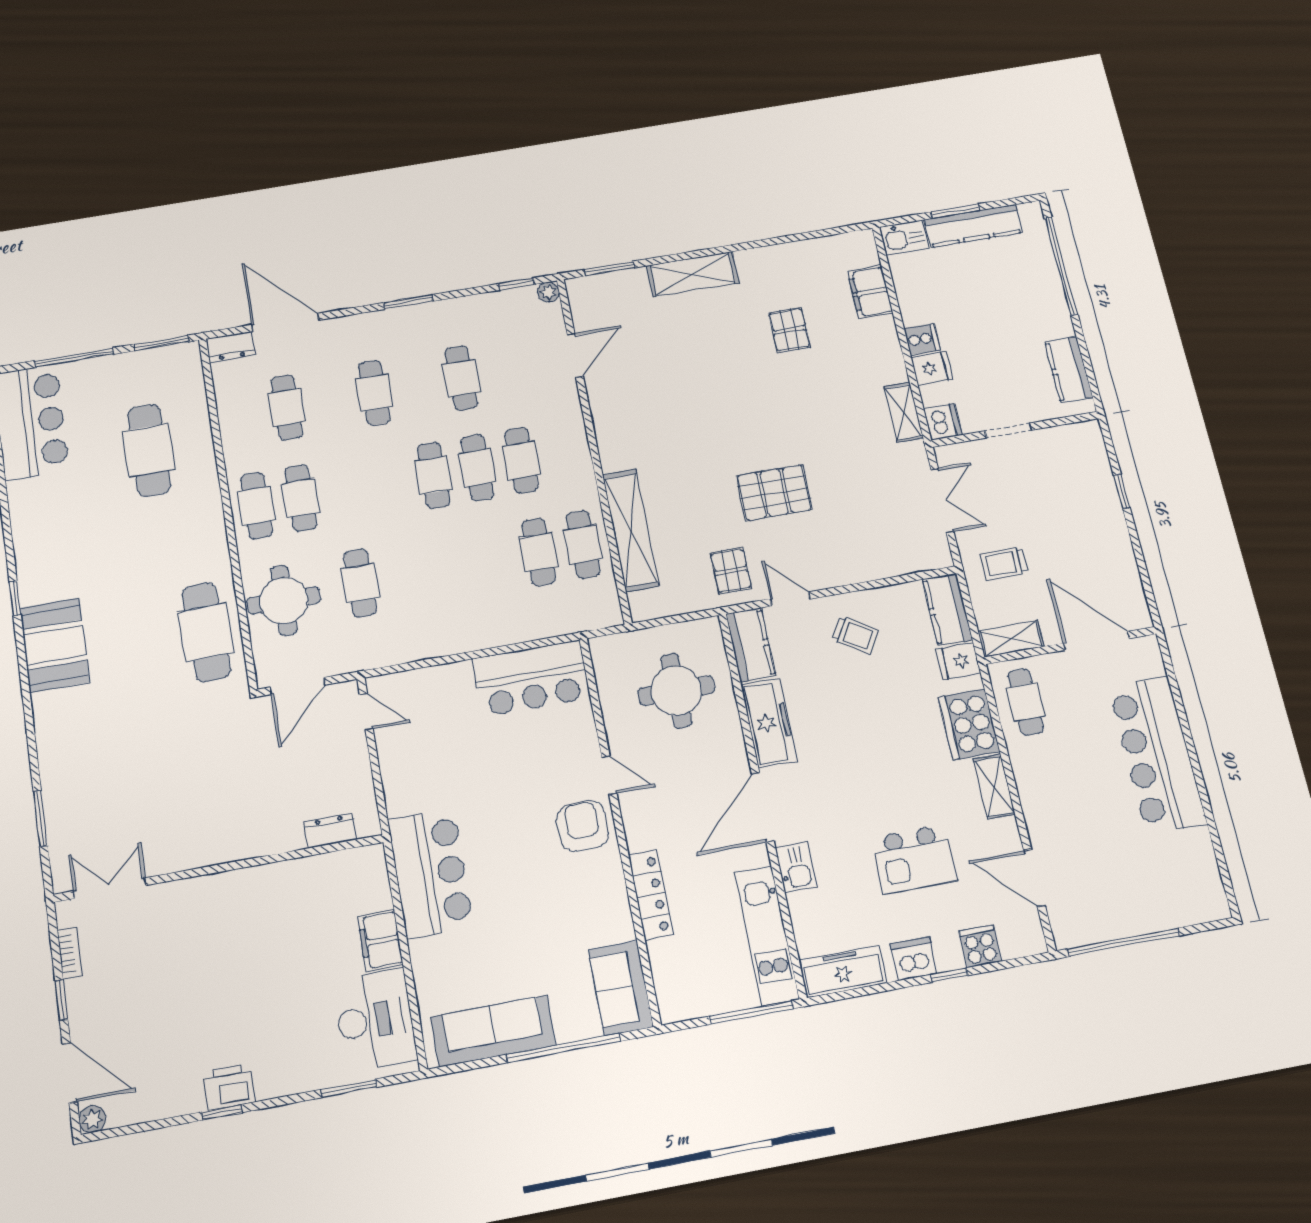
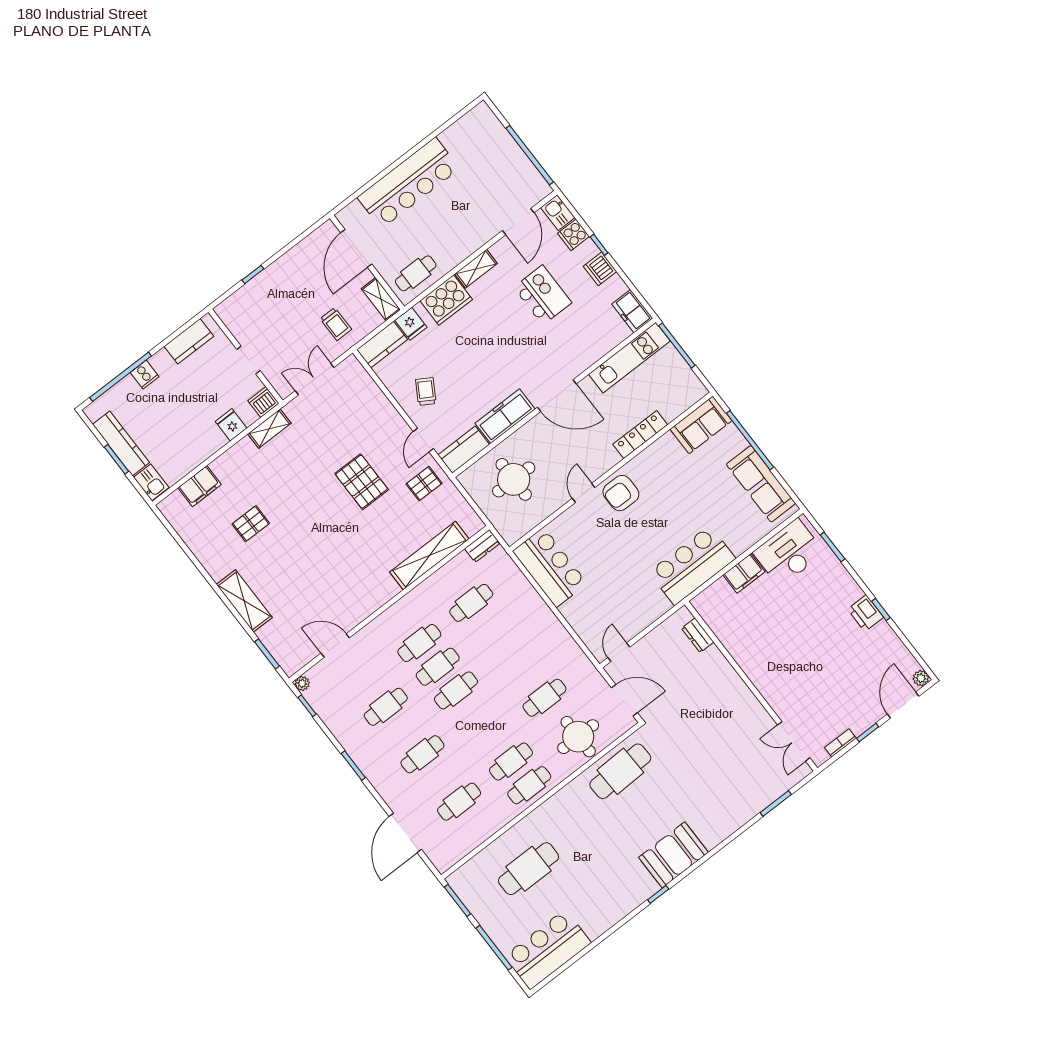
cooker: (922, 339) -> (145, 375), moved, turned 180
dresser: (231, 347) -> (482, 546), moved, turned 90
cafe table: (583, 544) -> (453, 579), removed
kitchen sink: (796, 867) -> (558, 213), moved, turned -90
freezer: (843, 972) -> (632, 311), width x0.71

